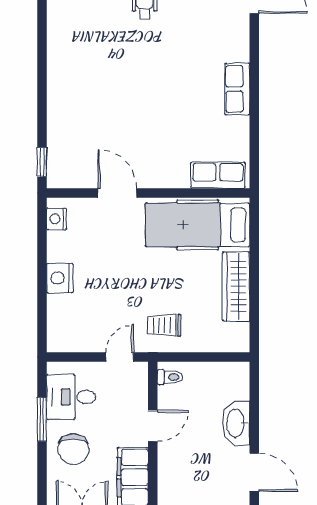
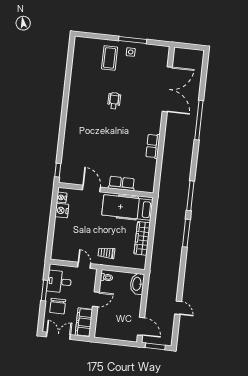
row of seats: (218, 175) -> (122, 183), moved
nightstand: (60, 278) -> (62, 211), moved
door: (120, 357) -> (84, 265), hinge flipped
washbasin: (236, 423) -> (137, 284), moved

